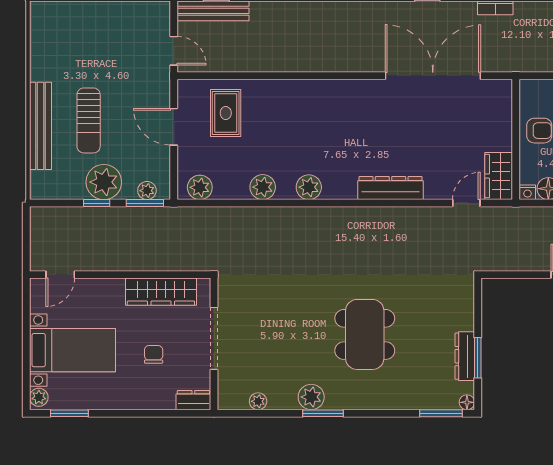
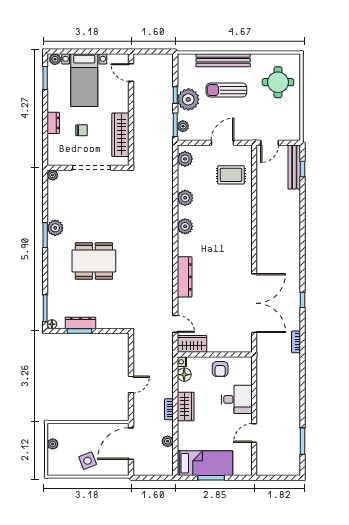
round table: (76, 37) -> (278, 82), added
dresser: (193, 400) -> (53, 123), moved
plant: (258, 401) -> (53, 175), moved

